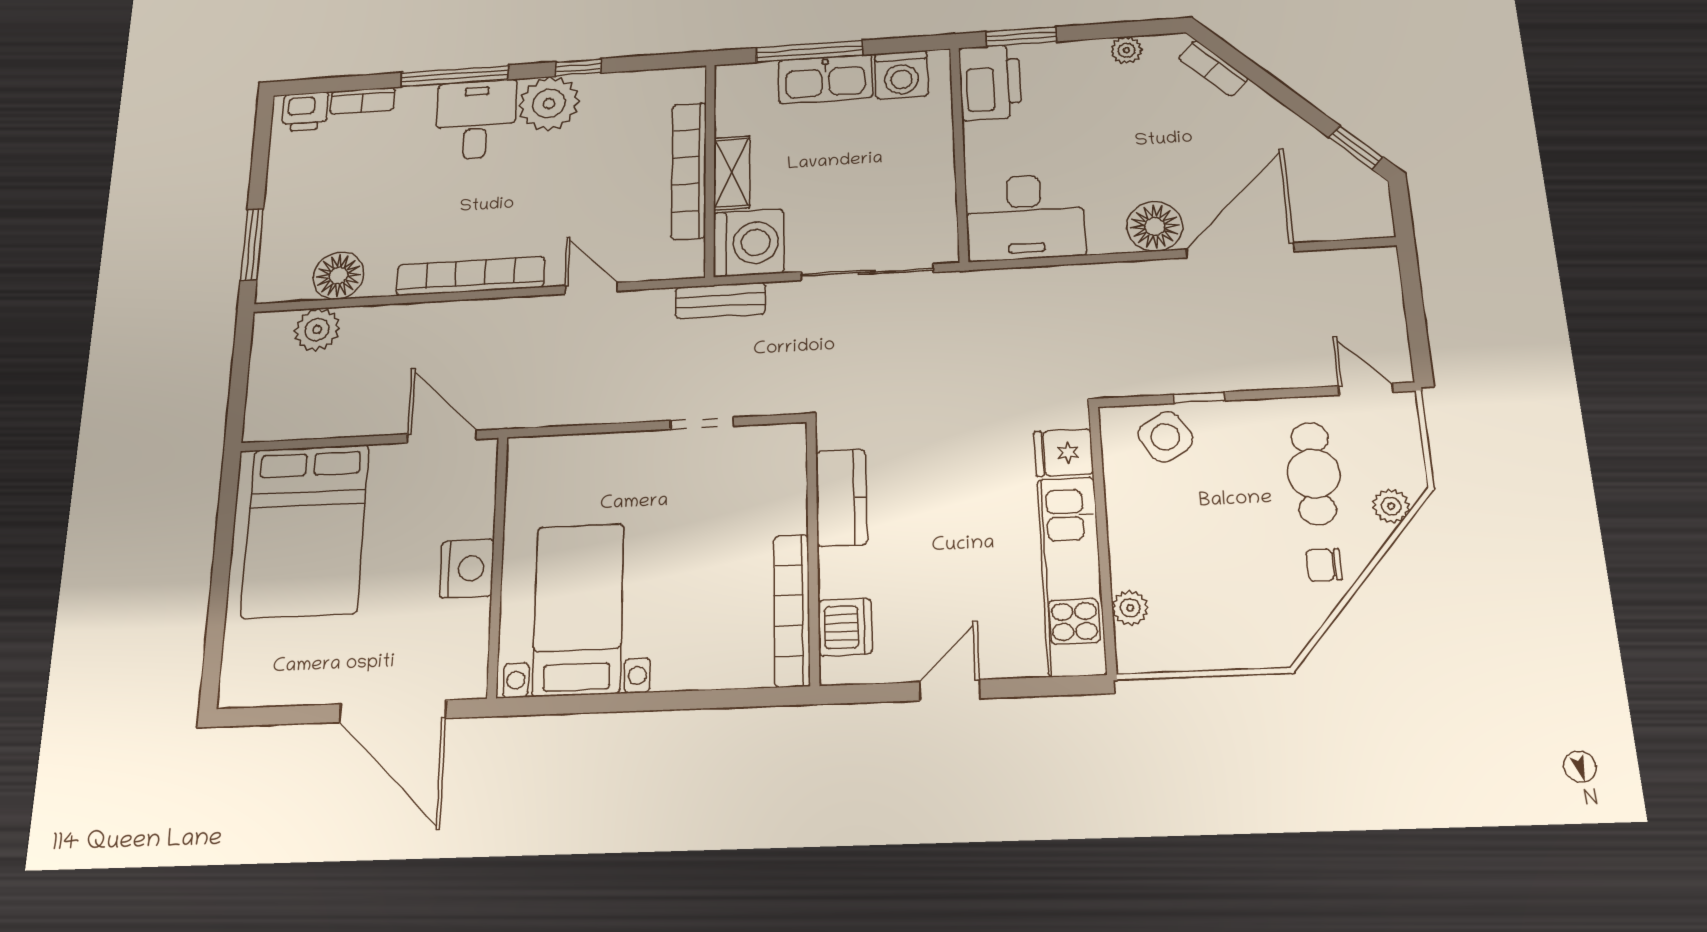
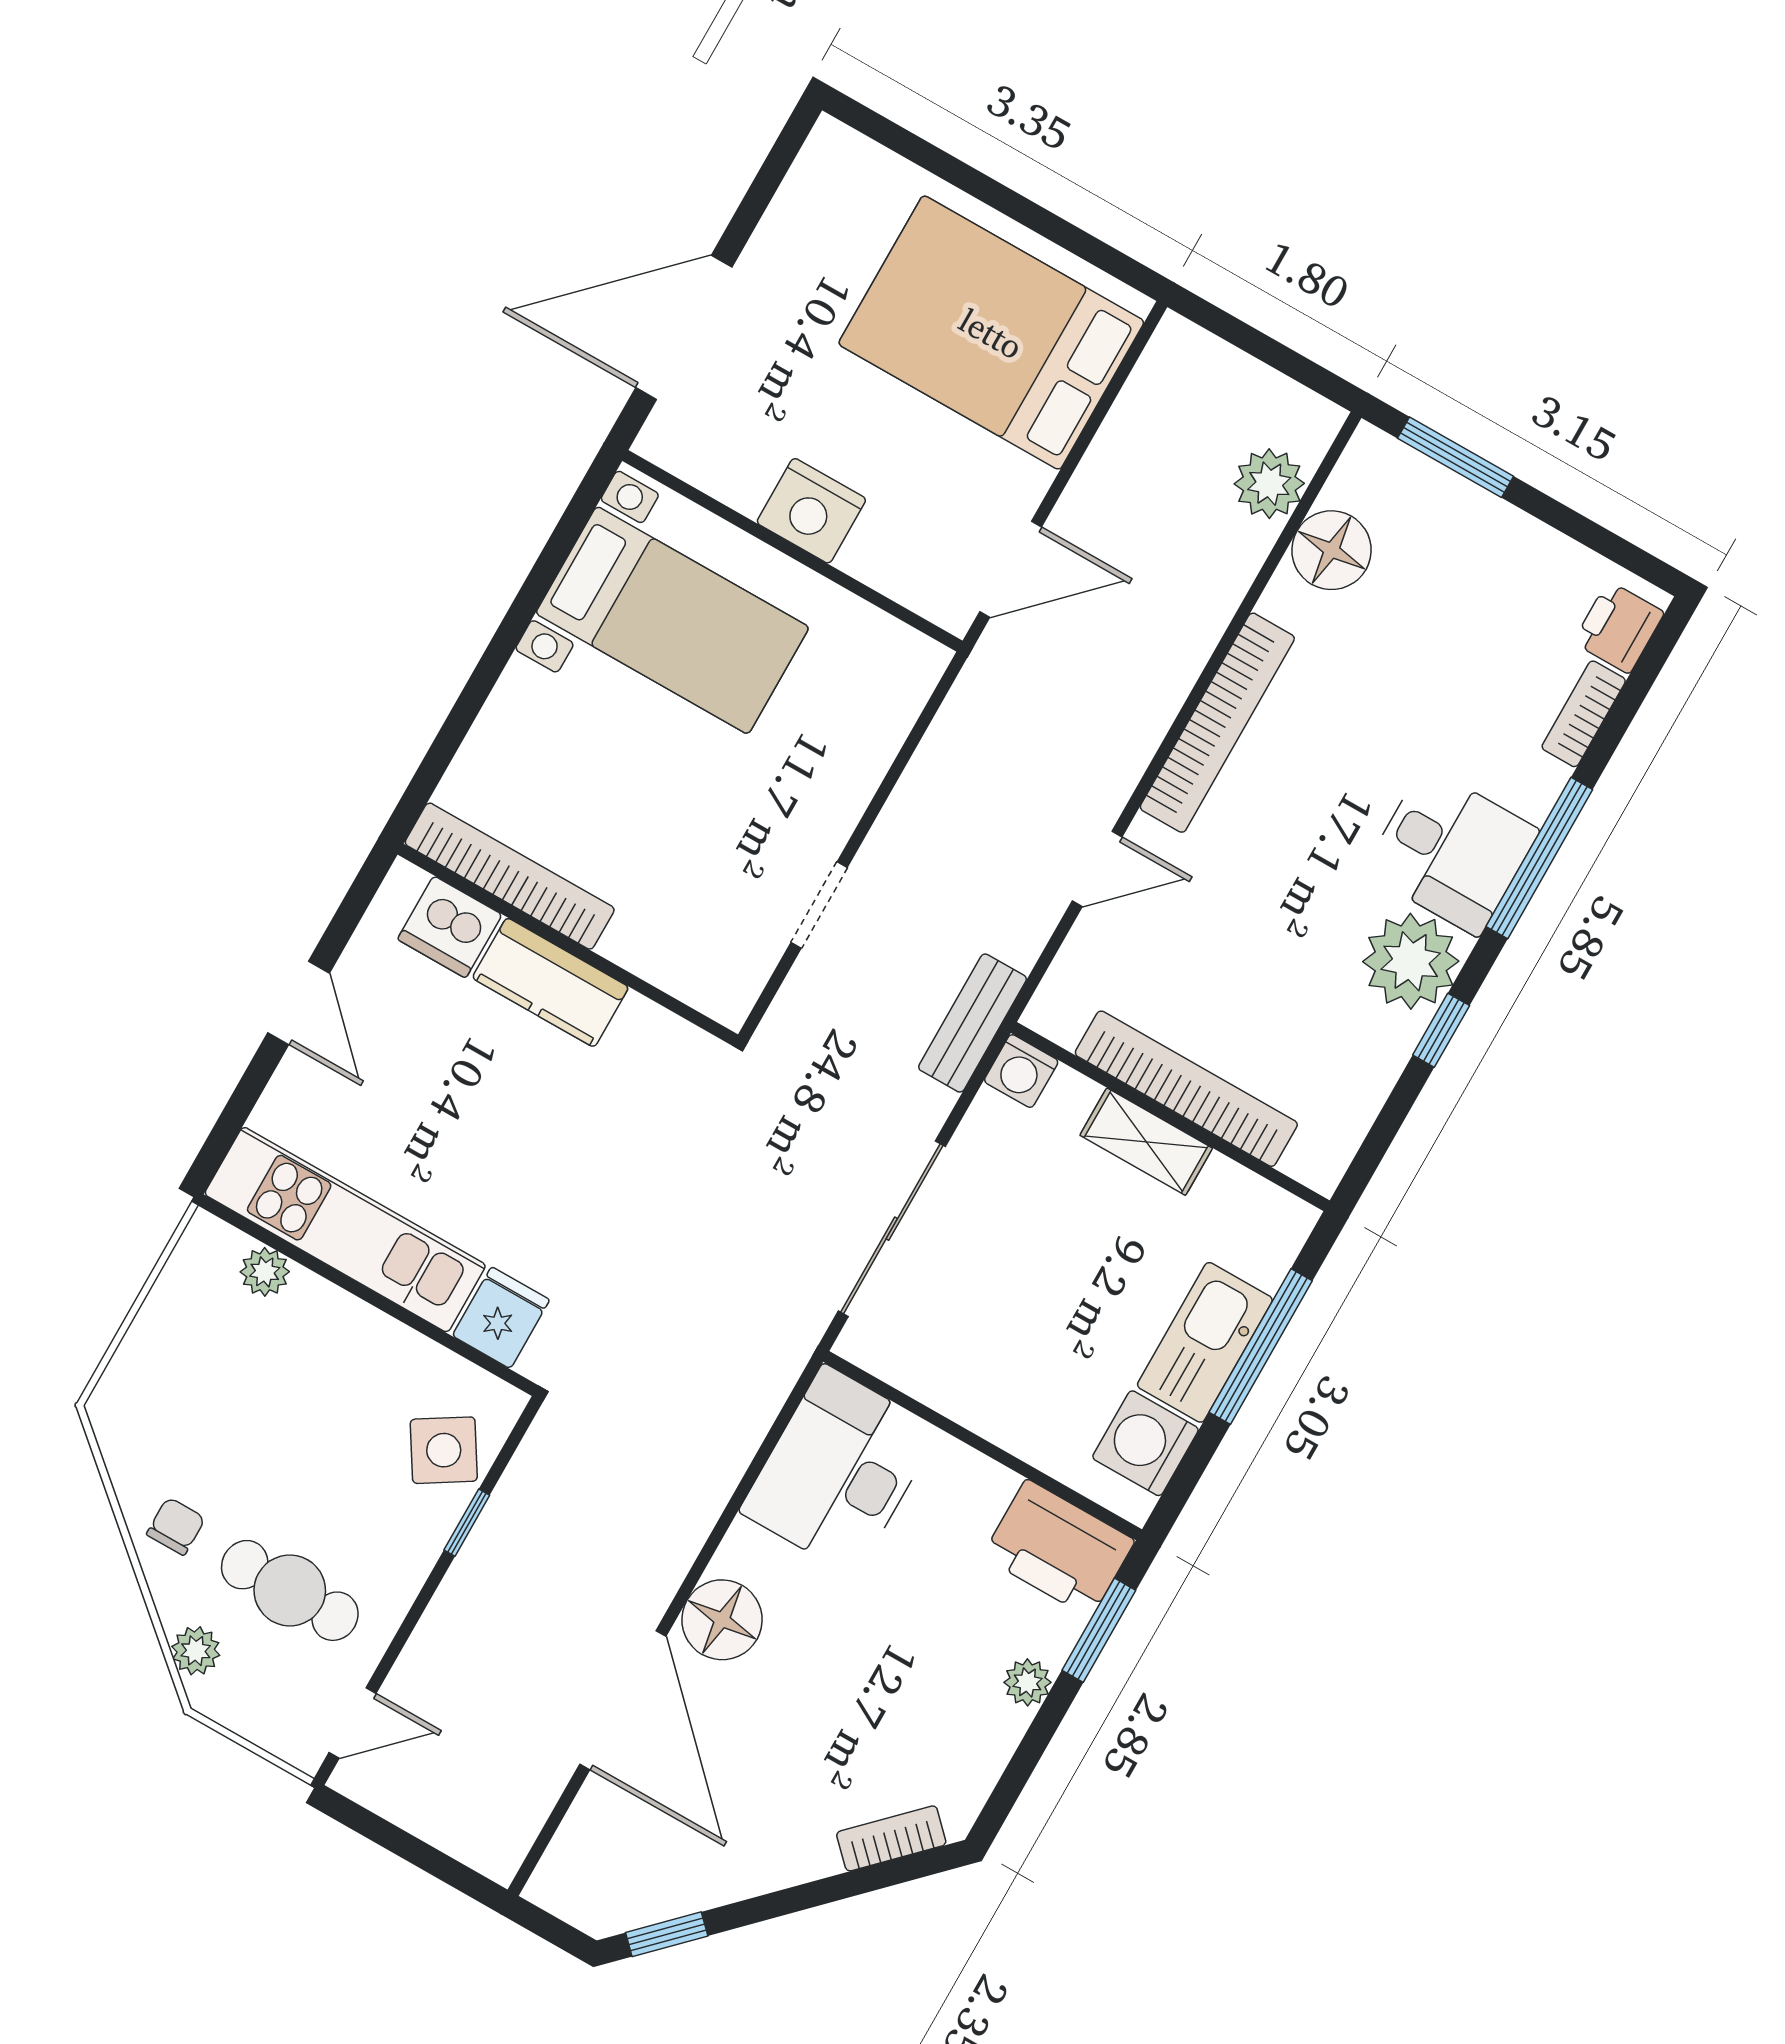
plant: (1126, 50) -> (1028, 1682), moved
washing machine: (749, 243) -> (1021, 1071), width x0.53, depth x0.53
kitchen counter: (841, 498) -> (550, 982), moved

